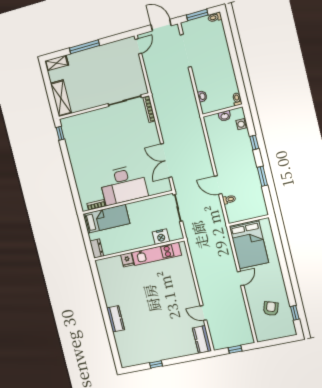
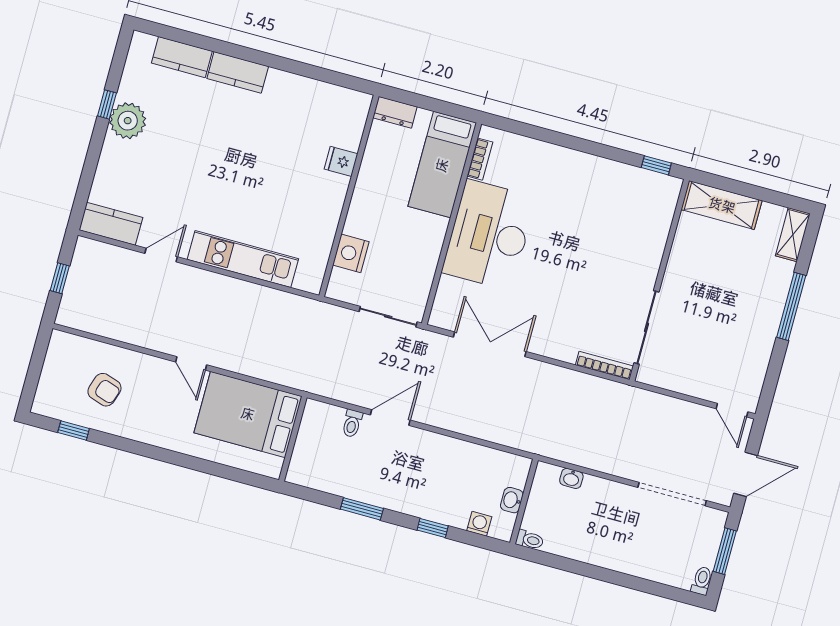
kitchen unit: (157, 254) -> (243, 259), moved, turned 90
kitchen counter: (122, 344) -> (182, 57), added
plant: (158, 353) -> (128, 121), added

